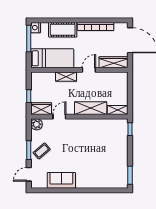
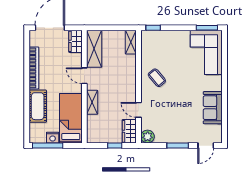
nightstand: (36, 28) -> (53, 138), moved
wardrobe: (114, 62) -> (75, 41), width x0.67
shelving: (91, 108) -> (94, 49), moved
coffee table: (42, 151) -> (157, 78), moved
door: (29, 174) -> (206, 146), hinge flipped
corner sofa: (109, 175) -> (206, 52), added

